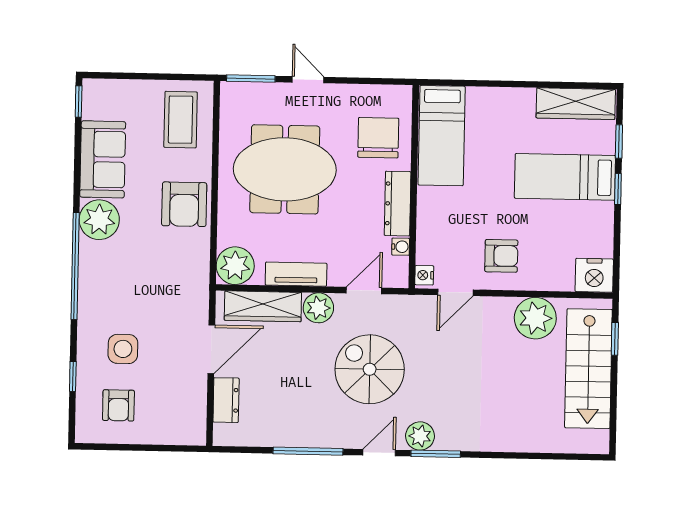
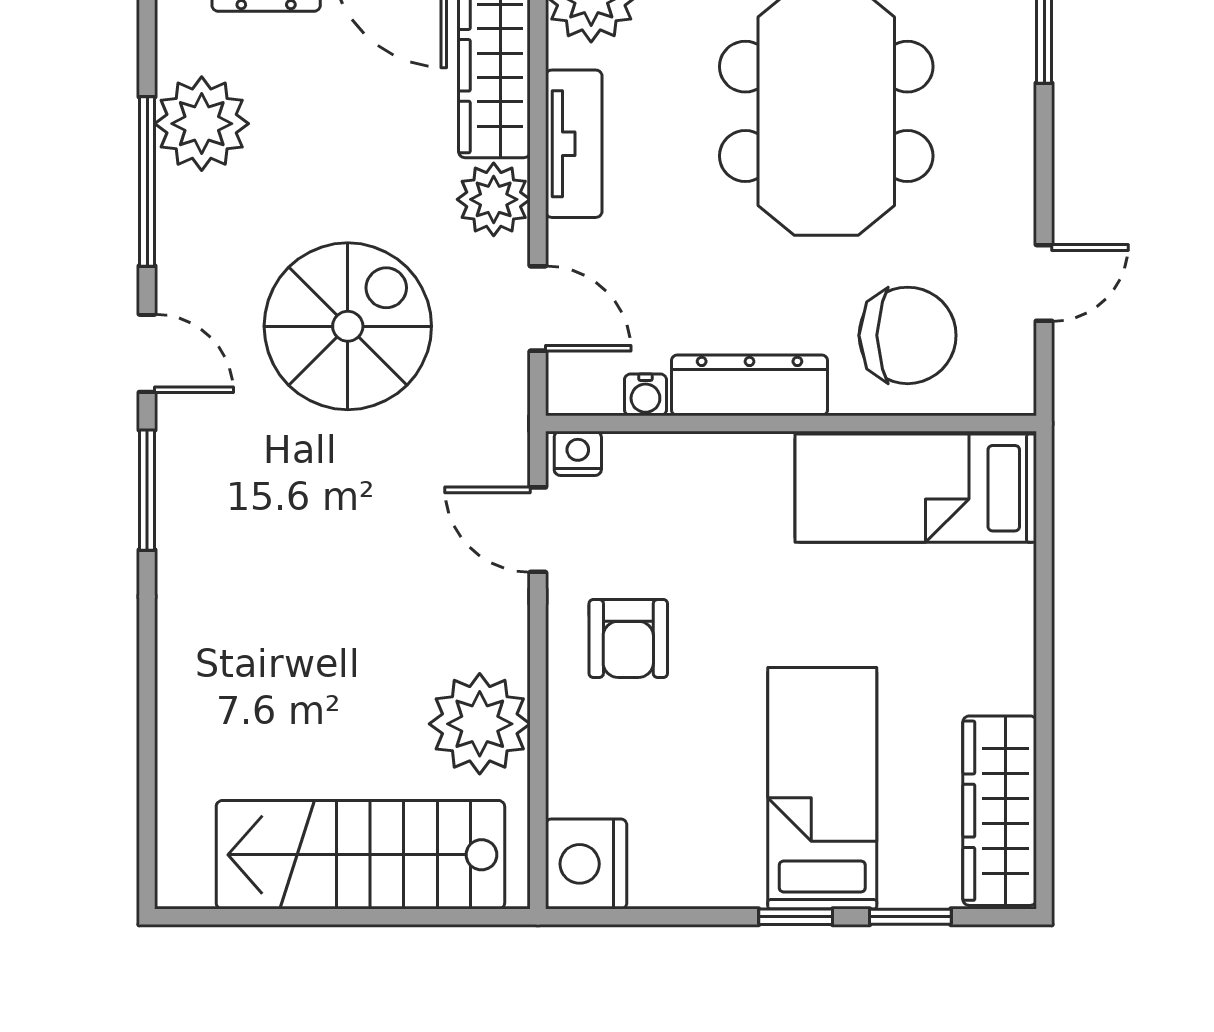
door: (308, 80) -> (1044, 283), moved
window: (615, 339) -> (434, 917), removed
plant: (420, 436) -> (202, 124), moved, width x1.36, depth x1.36

